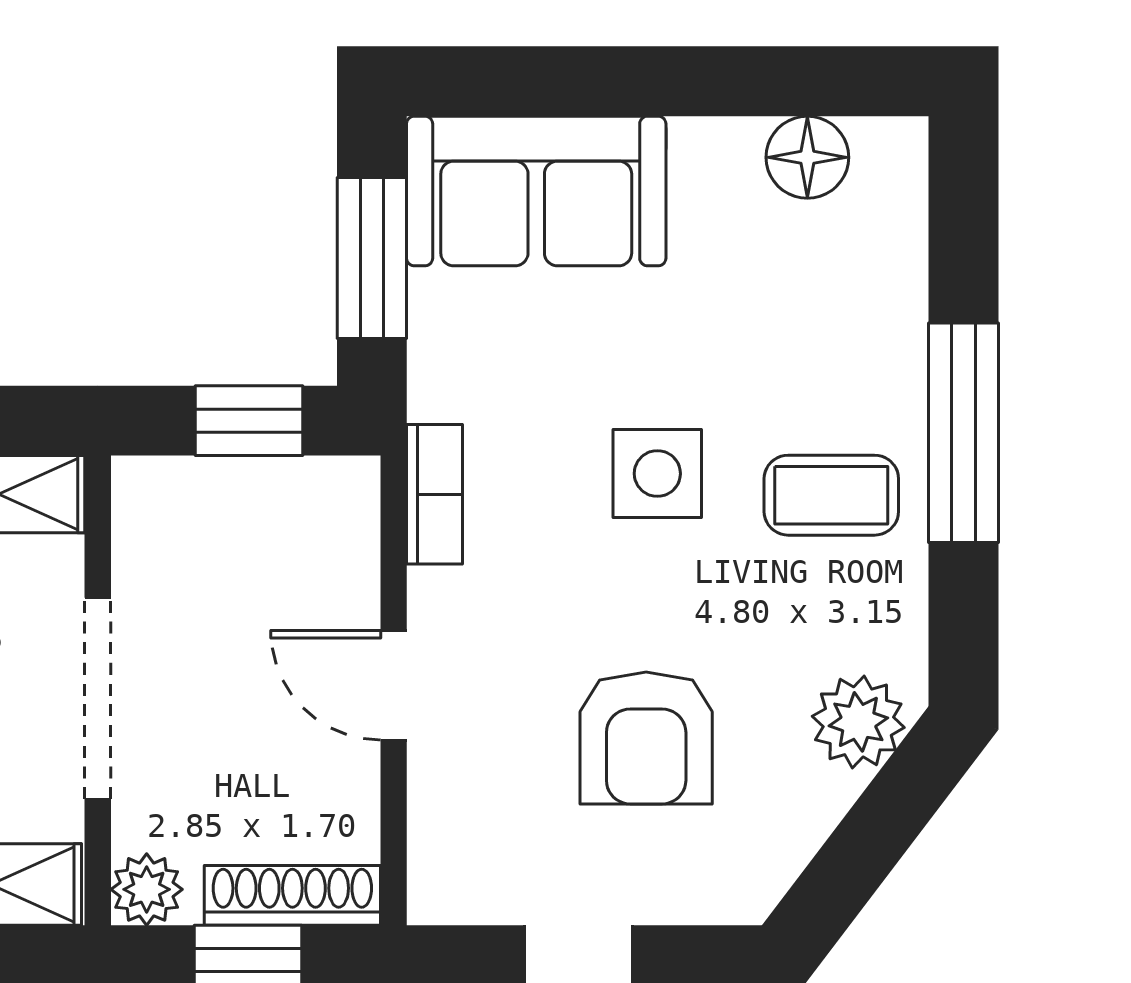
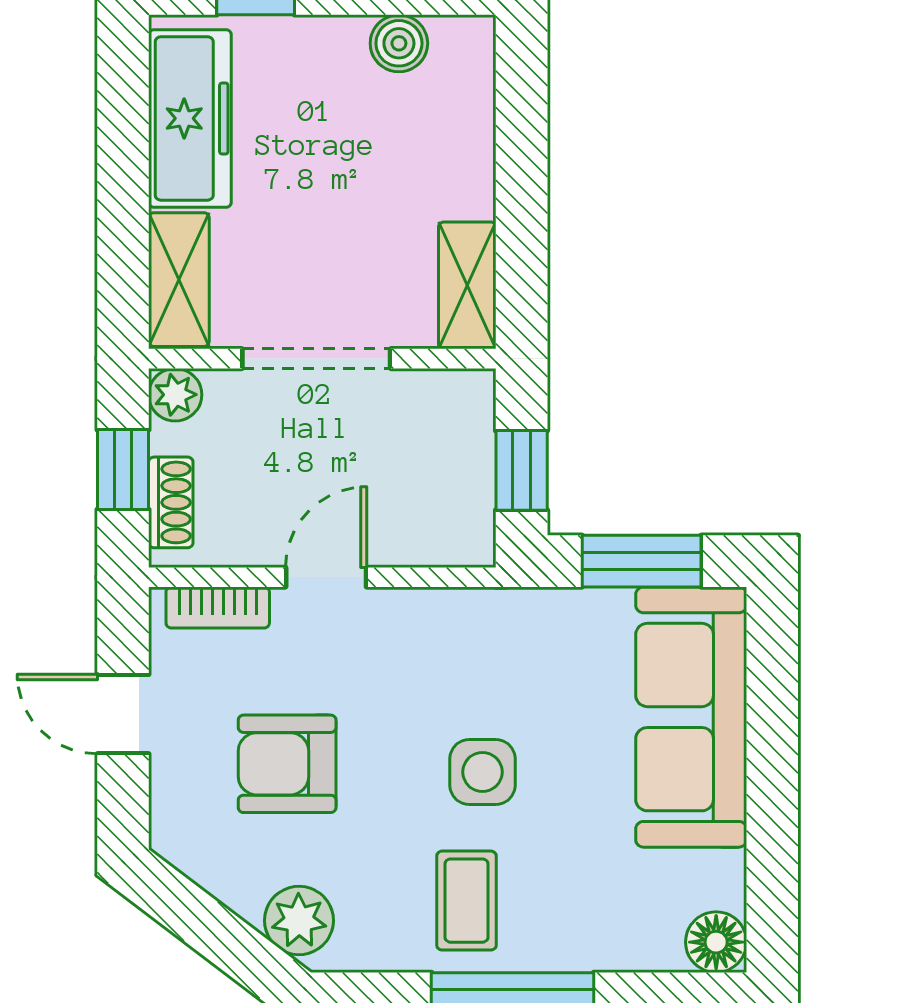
floor lamp: (807, 157) -> (716, 942), moved
sofa: (536, 191) -> (691, 717), width x1.36
bookcase: (435, 494) -> (218, 607), moved
shoe rack: (292, 895) -> (171, 502), width x0.70

